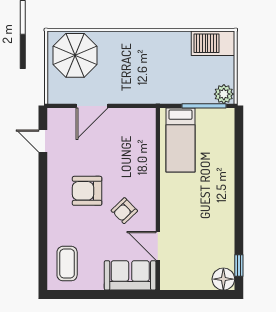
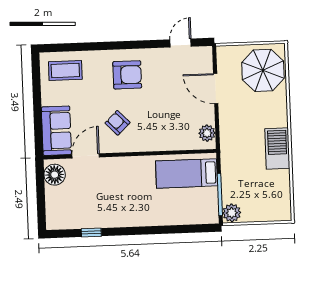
barbecue: (213, 43) -> (277, 148), moved
plant: (139, 117) -> (207, 133), added
armchair: (87, 191) -> (127, 75), moved, turned 90
window: (239, 266) -> (91, 232), moved
floor lamp: (223, 279) -> (55, 175), moved

